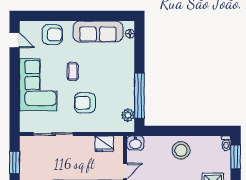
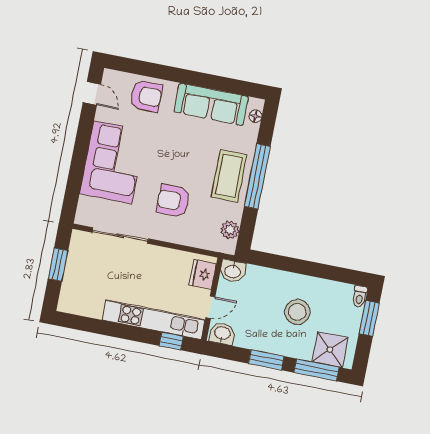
coffee table: (73, 72) -> (229, 176), moved, width x1.86, depth x1.72
window: (139, 96) -> (257, 176), moved
fridge: (104, 144) -> (203, 274), moved, turned 90
stool: (181, 150) -> (297, 312), moved

